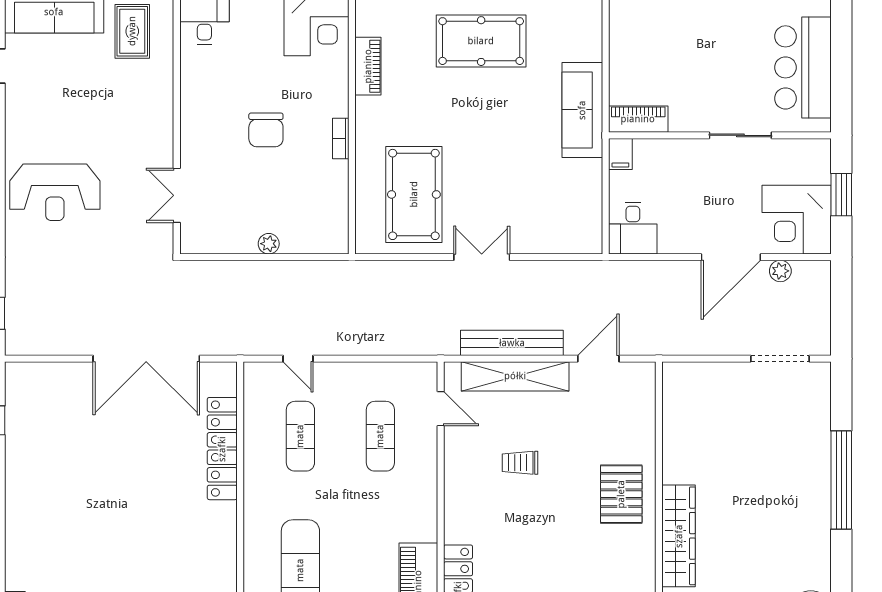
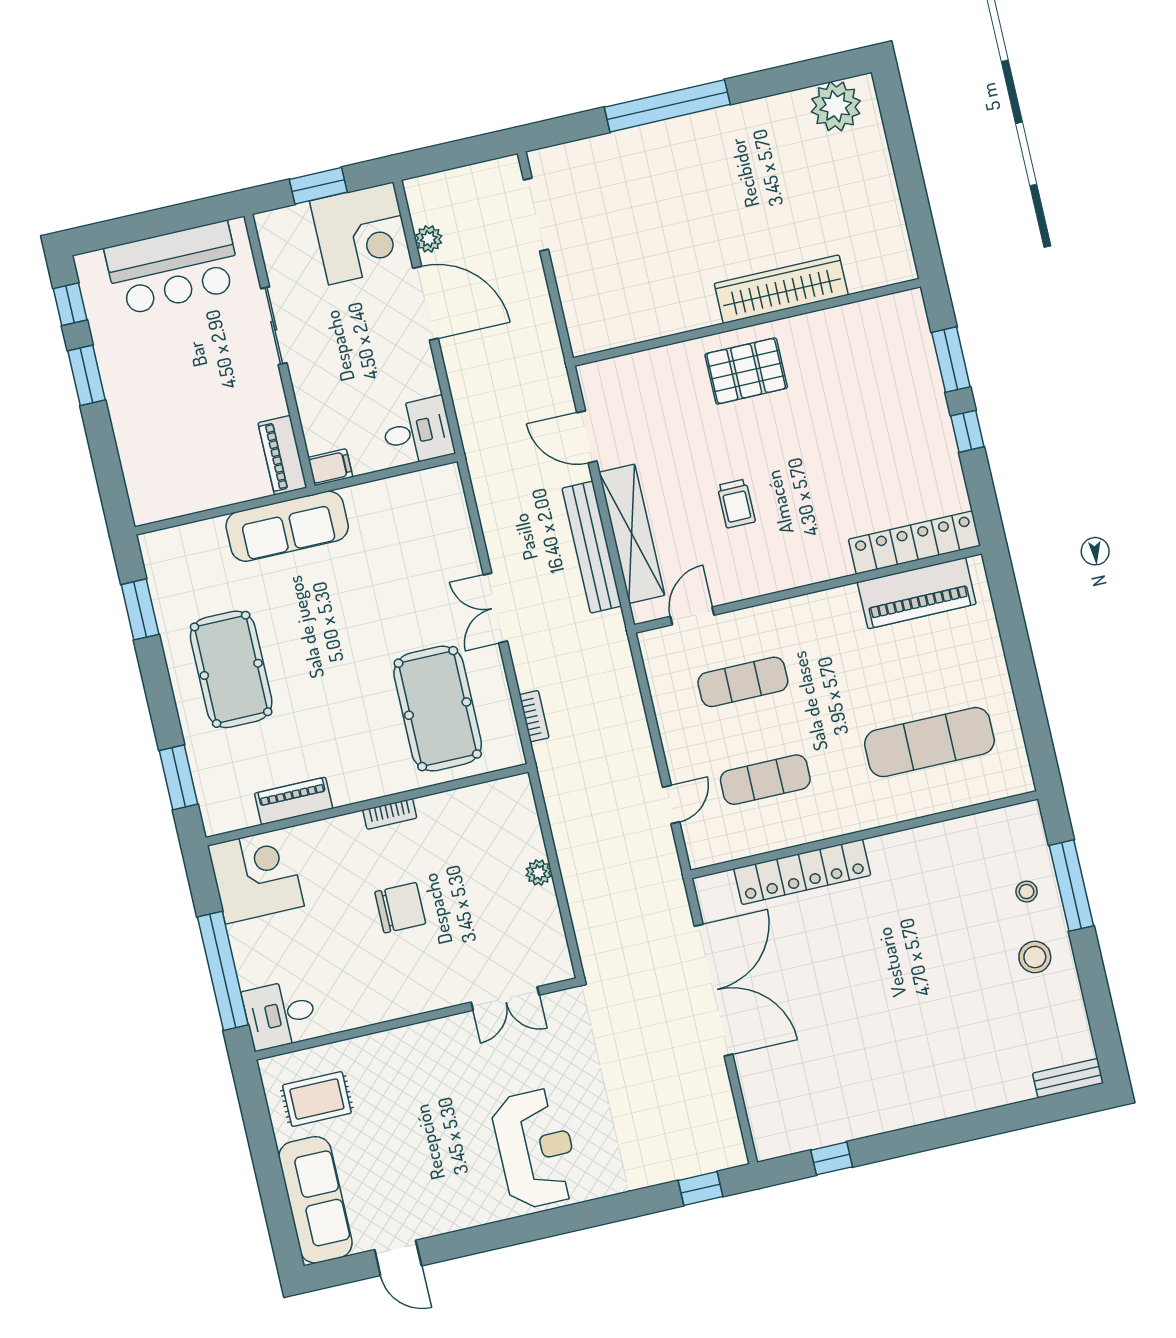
pool table: (414, 194) -> (438, 709), turned 90
bookcase: (391, 268) -> (534, 716), added

